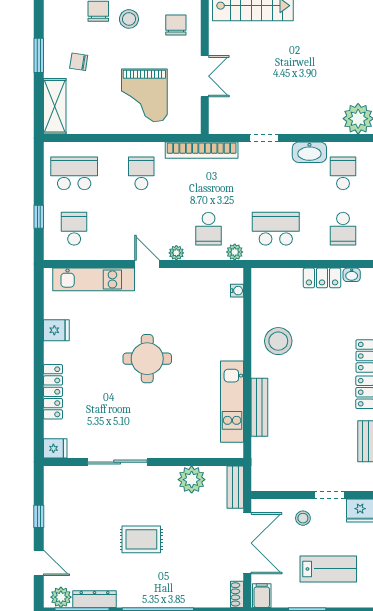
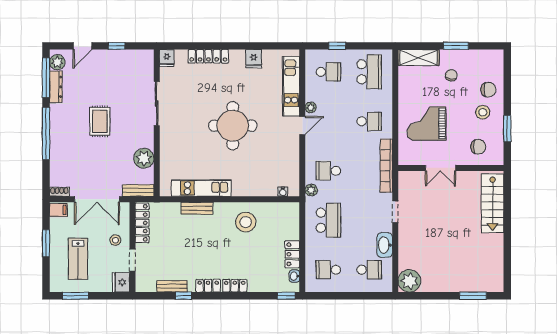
plant: (176, 253) -> (311, 107), moved
round table: (147, 359) -> (233, 126), width x1.36, depth x1.36
bench: (259, 407) -> (197, 208), width x0.73
locker: (279, 482) -> (142, 223), added

